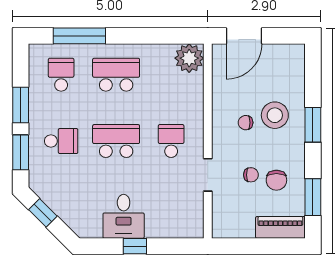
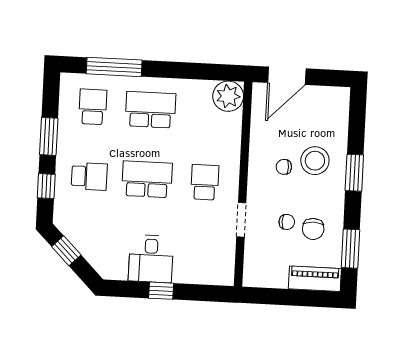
window: (21, 152) -> (46, 186), width x0.67

